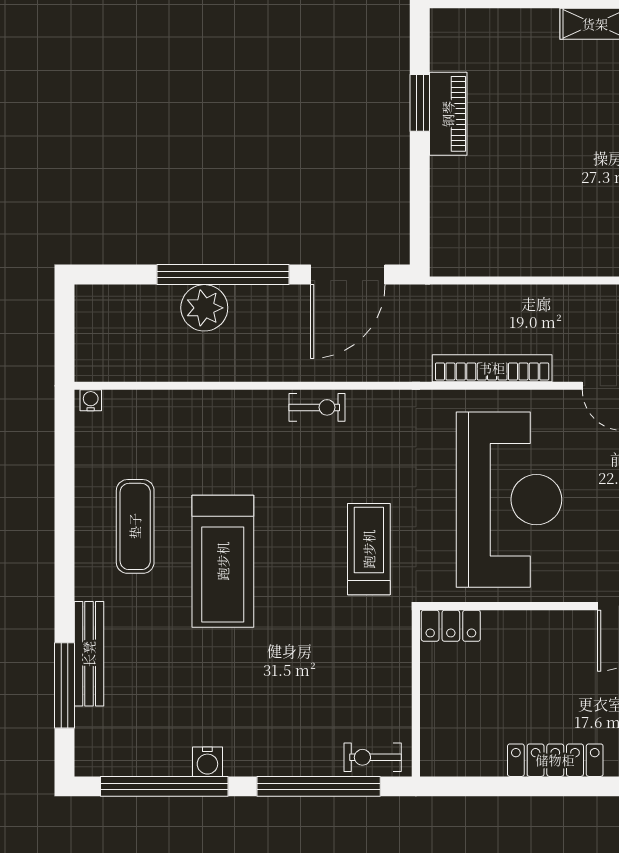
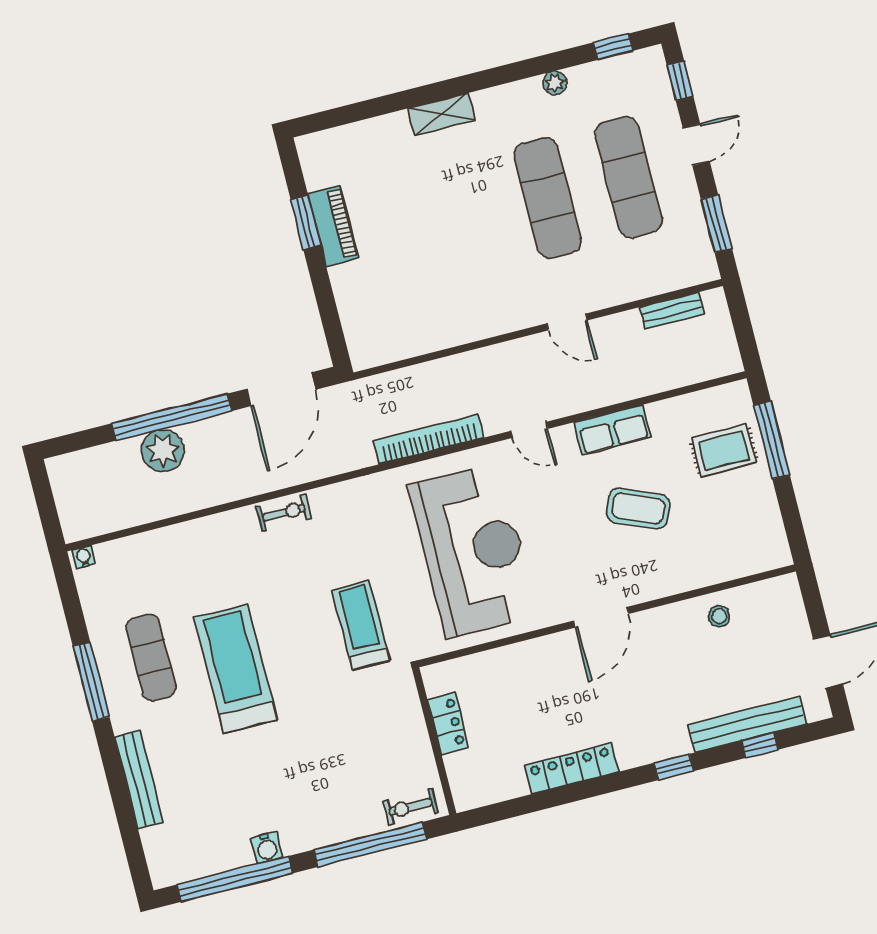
treadmill: (223, 561) -> (236, 669), turned 180
locker: (451, 626) -> (448, 723), moved, turned -90
window: (65, 685) -> (91, 682), moved

